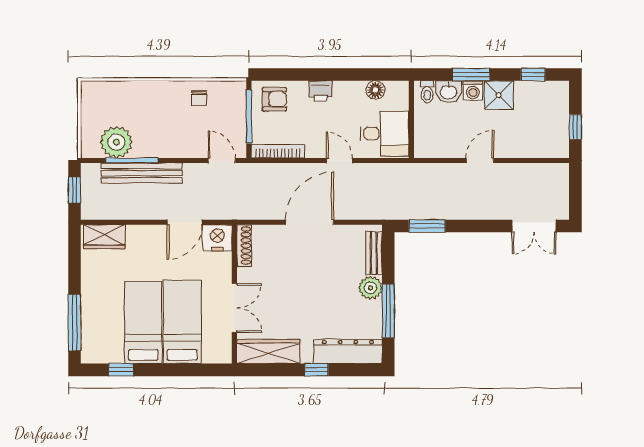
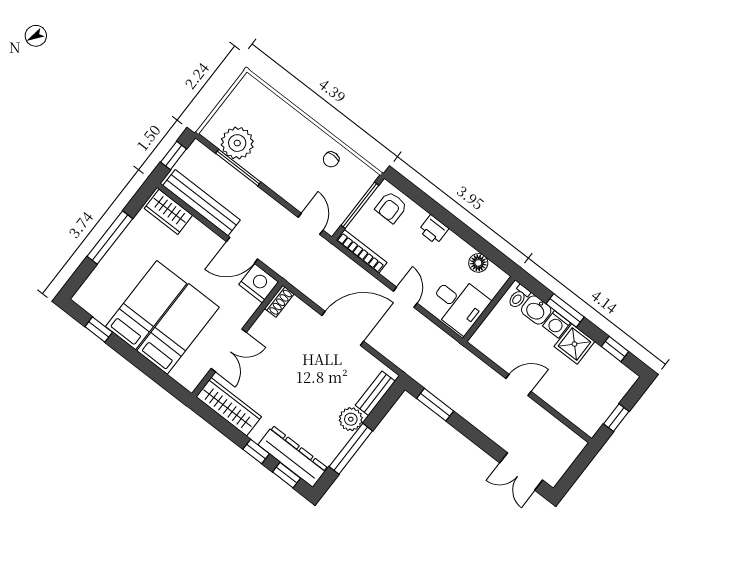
armchair: (274, 99) -> (391, 207), turned 90
bench: (142, 173) -> (202, 203), moved
shoe rack: (244, 246) -> (279, 301), width x0.70
window: (74, 322) -> (110, 238), moved
window: (354, 370) -> (286, 475), added

